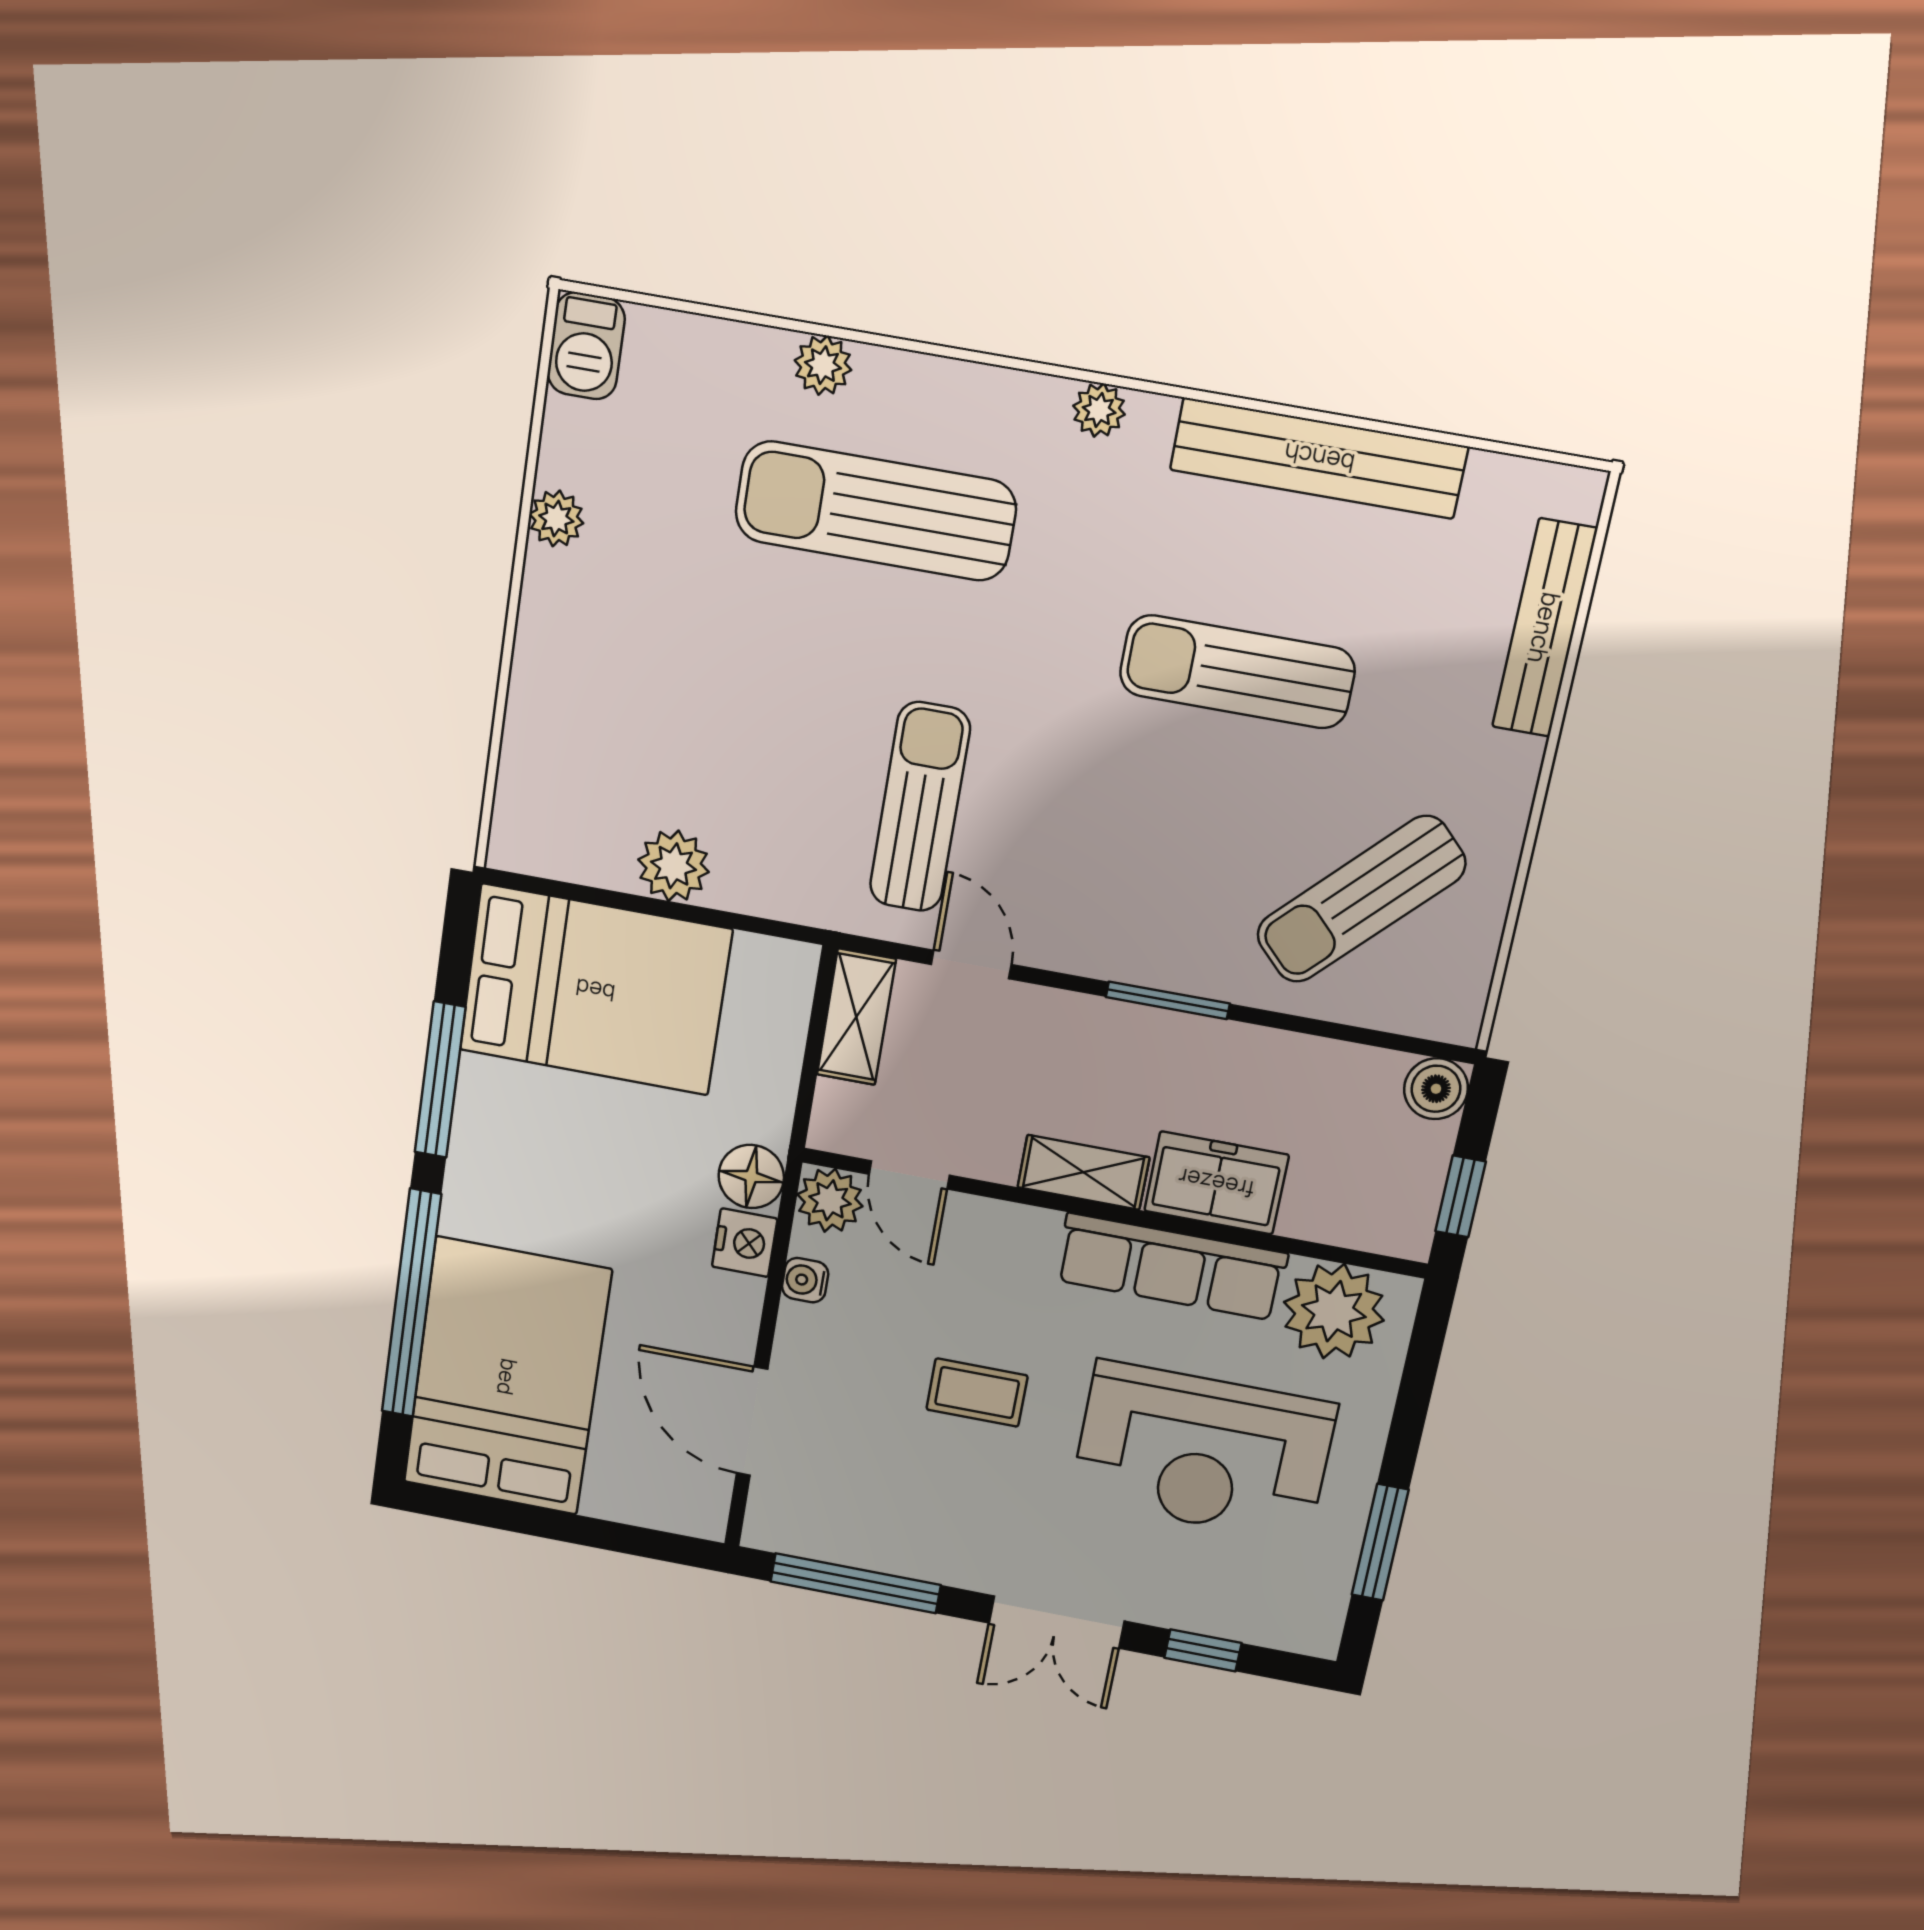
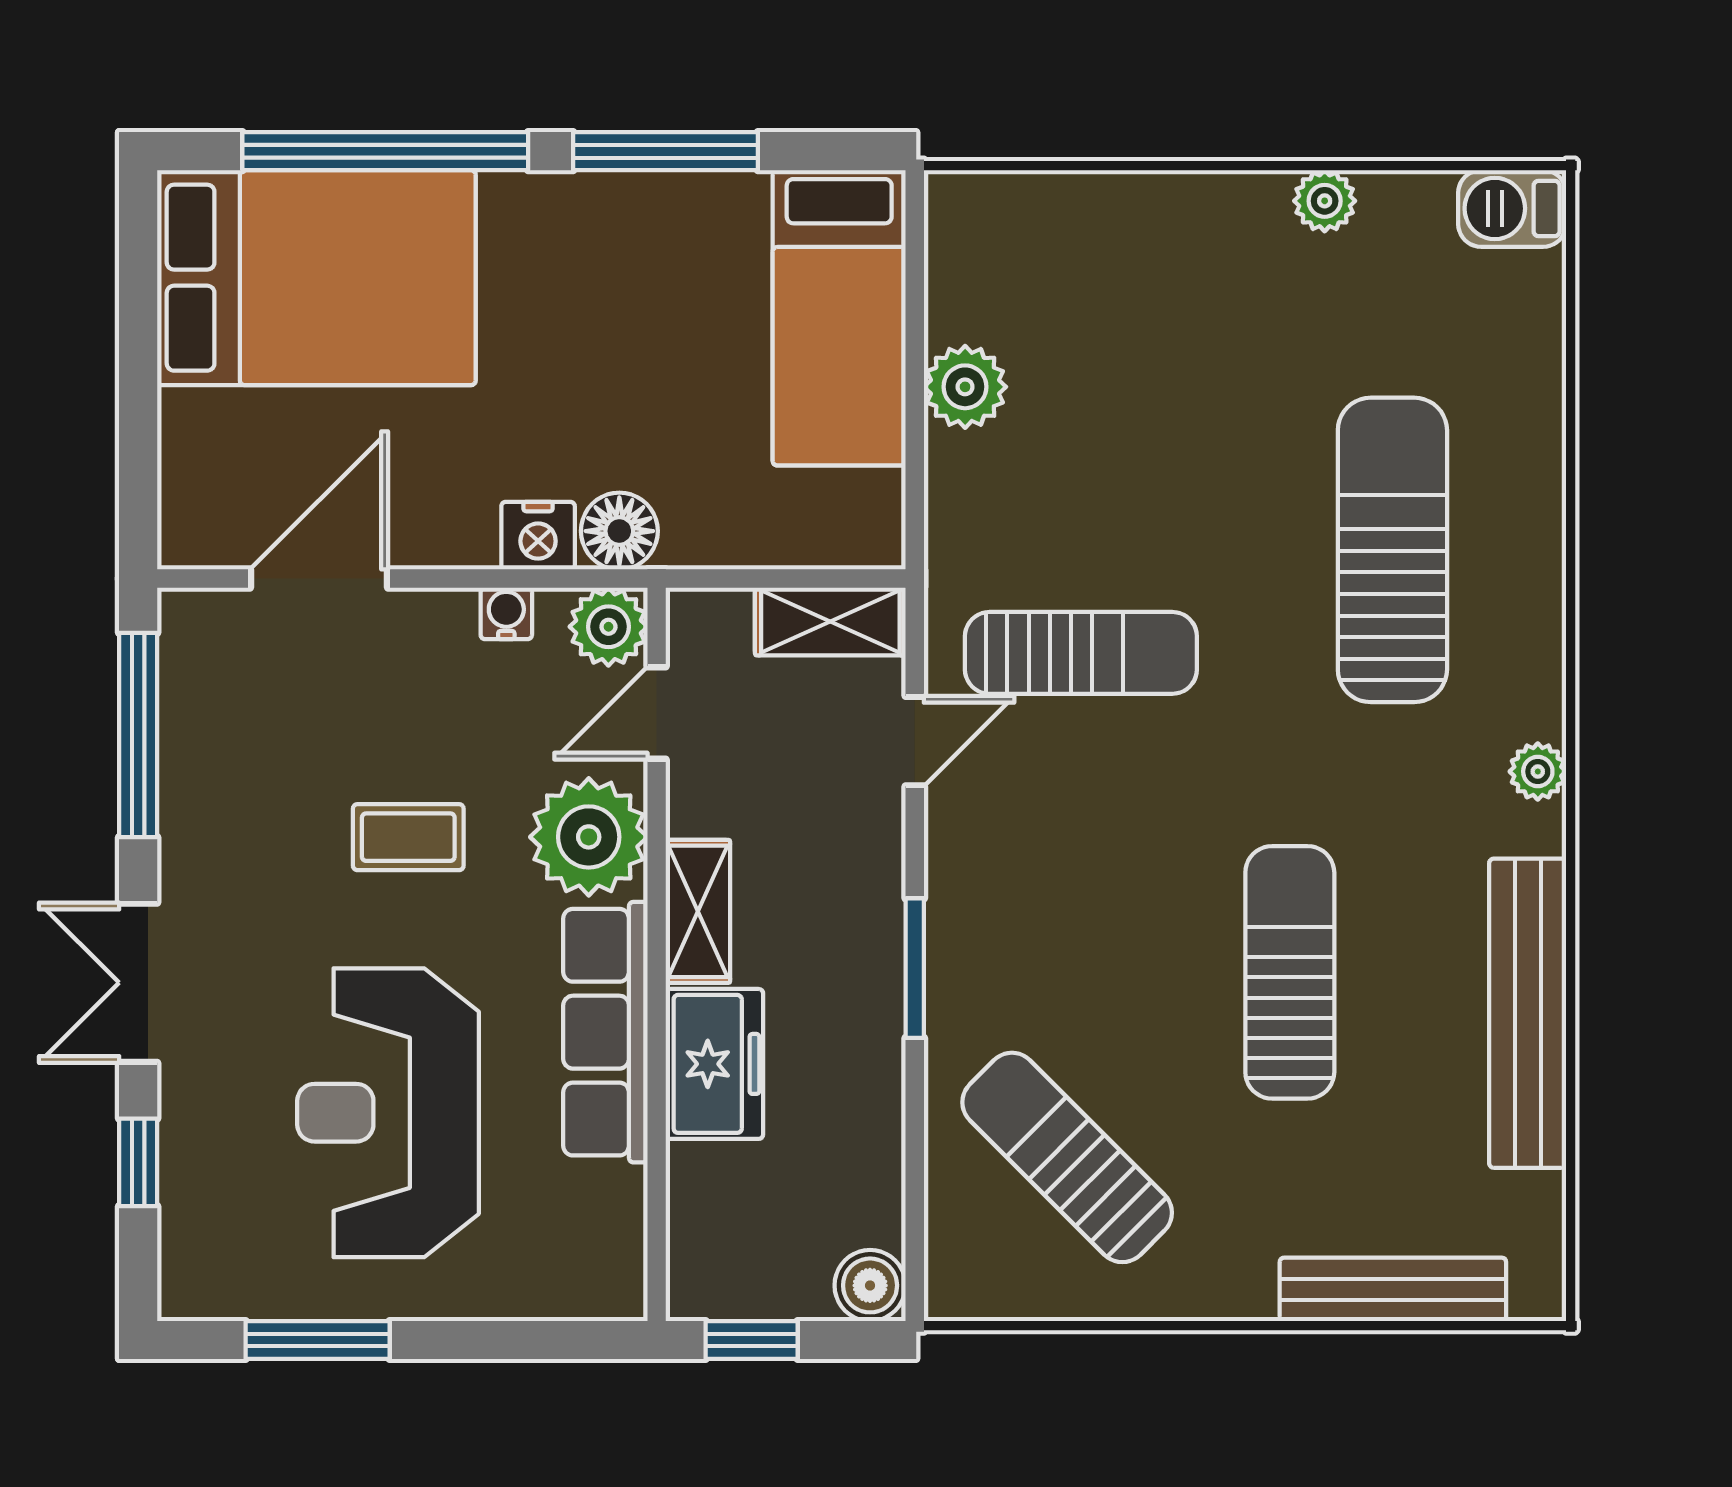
plant: (823, 365) -> (1535, 468), removed
bed: (595, 990) -> (839, 318), width x0.67
plant: (1334, 1311) -> (589, 837), moved
coffee table: (977, 1393) -> (408, 837), turned 90

